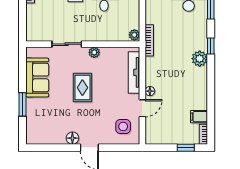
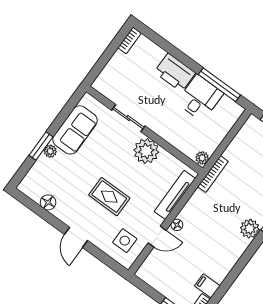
plant: (94, 52) -> (146, 151), width x1.87, depth x1.87
rug: (82, 88) -> (109, 197), moved, turned 90
plant: (31, 103) -> (50, 151), added
floor lamp: (72, 138) -> (48, 202), moved

